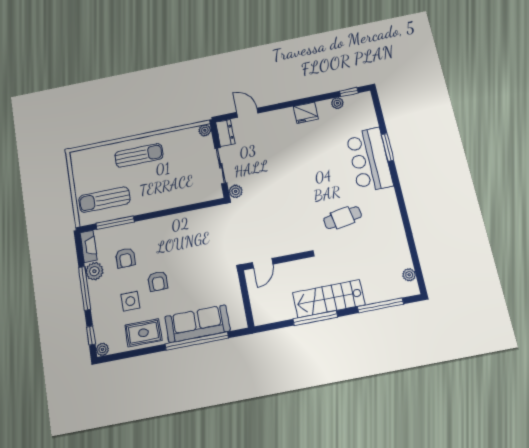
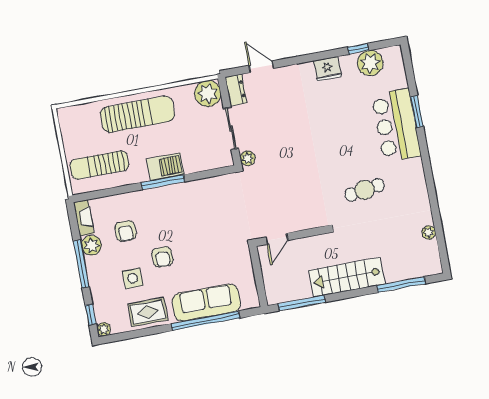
window: (349, 92) -> (358, 49), moved
plant: (337, 103) -> (370, 63), width x1.88, depth x1.88
plant: (205, 130) -> (208, 94), width x1.87, depth x1.87
sun lounger: (139, 155) -> (137, 114), width x1.36, depth x1.34
barbecue: (162, 200) -> (165, 167), added
window: (115, 223) -> (163, 182), moved
plant: (409, 275) -> (429, 232), moved
window: (315, 318) -> (302, 303), moved

